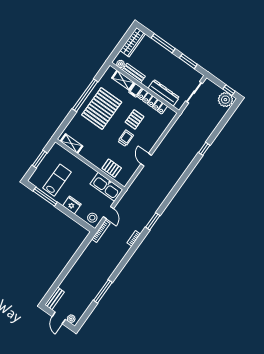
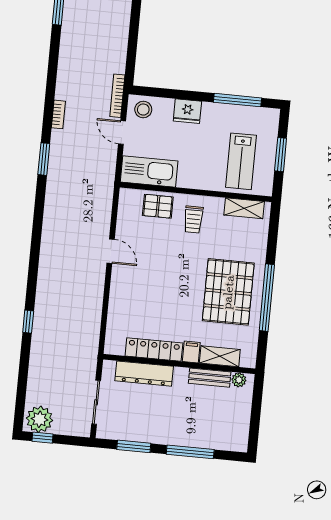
wardrobe: (133, 42) -> (240, 426), removed
pallet: (135, 119) -> (166, 305), removed
trolley: (126, 138) -> (193, 219), moved
lab bench: (57, 180) -> (241, 161), moved

